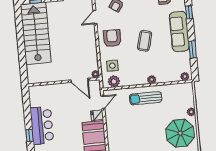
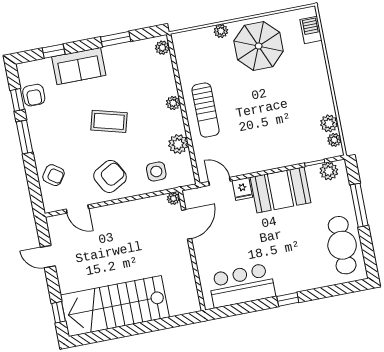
sofa: (179, 32) -> (79, 66), width x0.73
armchair: (112, 38) -> (110, 176), turned 151
plant: (114, 81) -> (178, 144), moved
bar counter: (42, 125) -> (242, 285), moved

